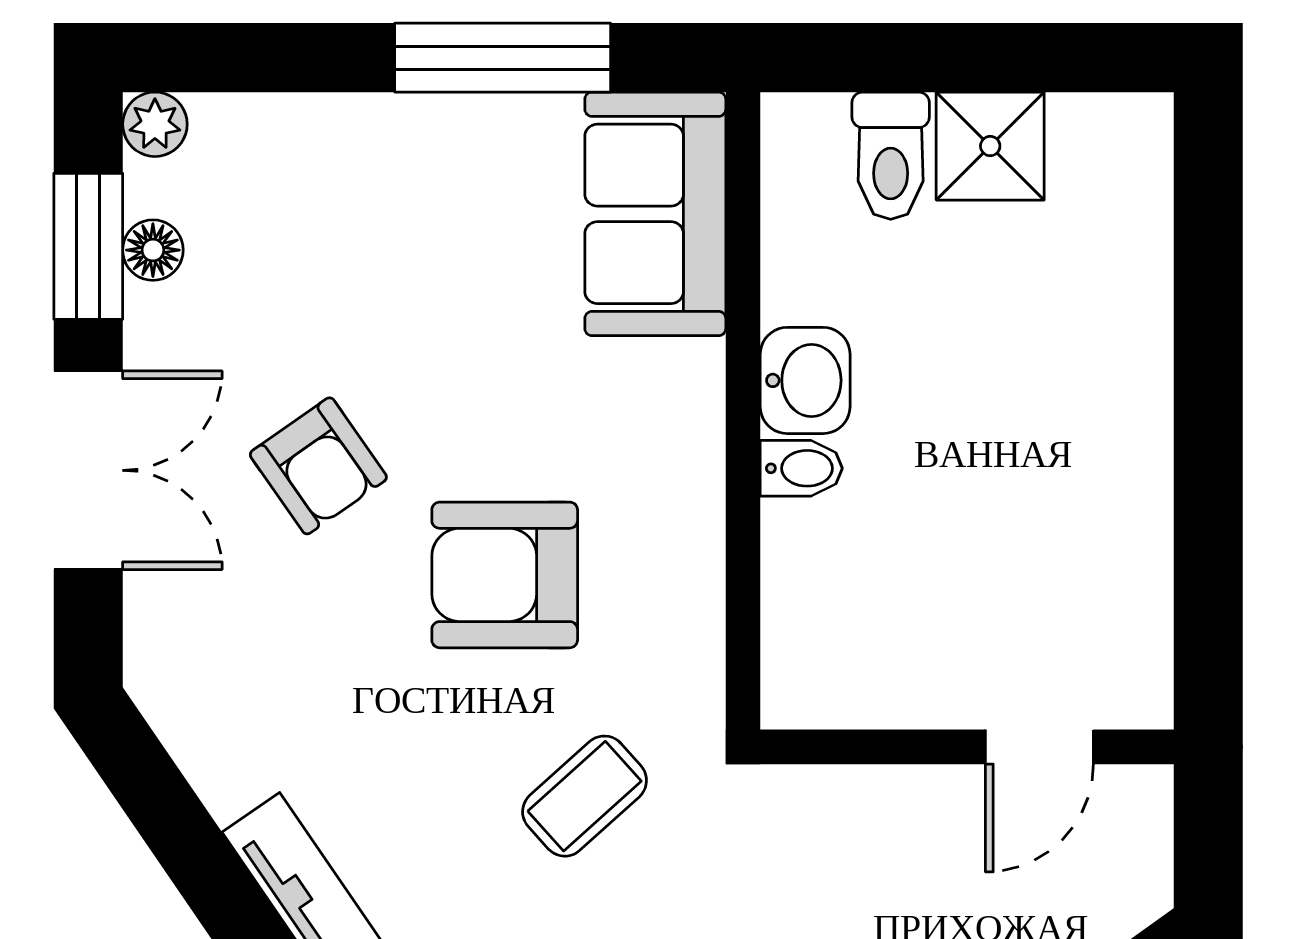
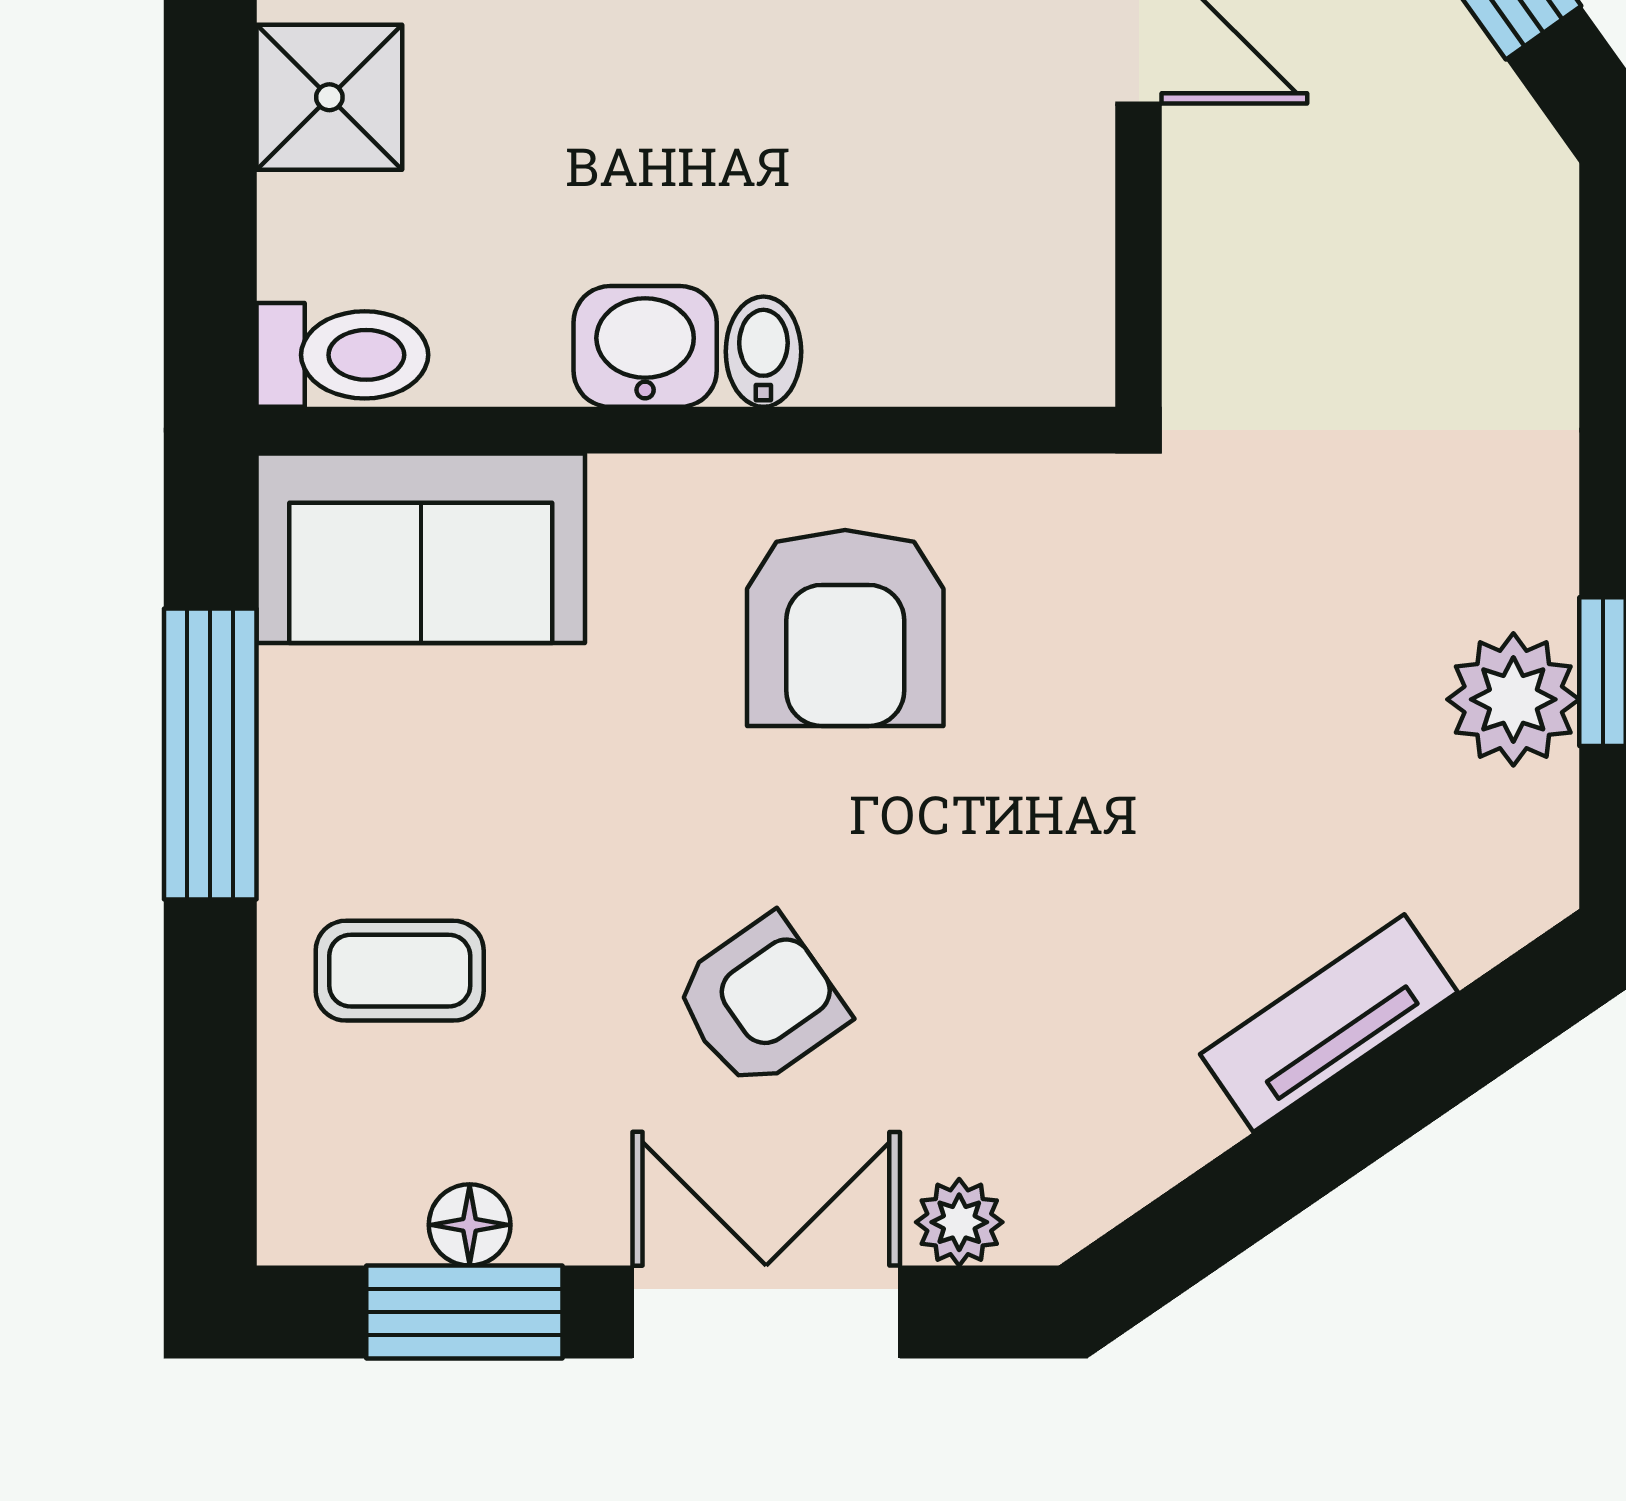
plant: (155, 124) -> (959, 1222), moved
toilet: (891, 156) -> (342, 355), moved
armchair: (505, 575) -> (845, 628), moved
coffee table: (585, 796) -> (400, 971), moved, turned -48

